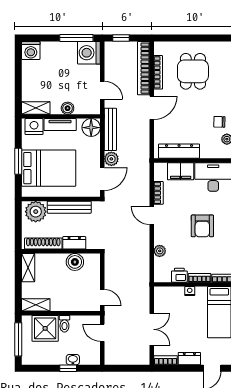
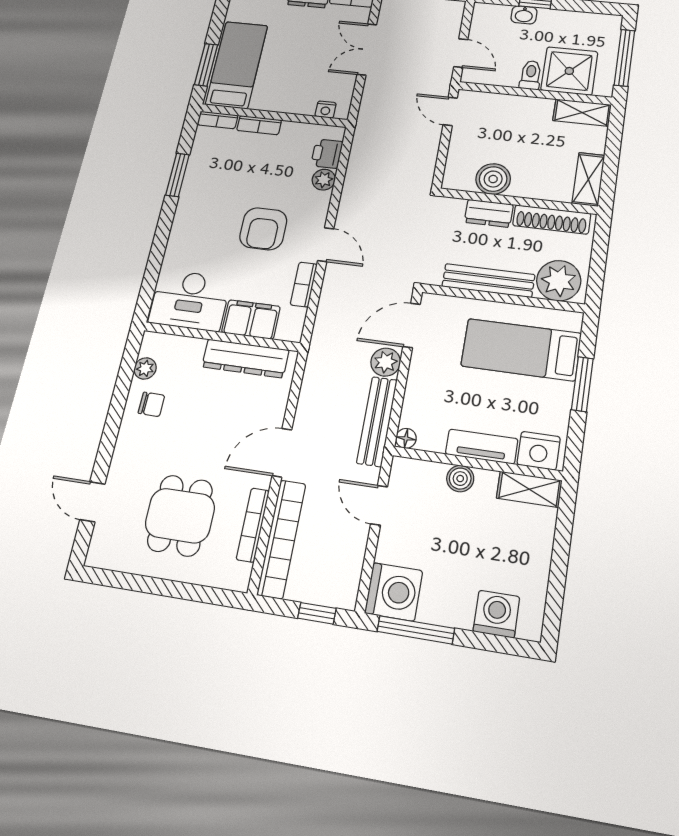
washing machine: (31, 50) -> (496, 614), moved
floor lamp: (91, 128) -> (406, 438), width x0.53, depth x0.53
bed: (49, 168) -> (521, 350), width x0.67
armchair: (202, 226) -> (263, 229), moved, turned 180
printer: (179, 275) -> (327, 154), moved, turned 90
nightstand: (190, 291) -> (326, 110), moved

